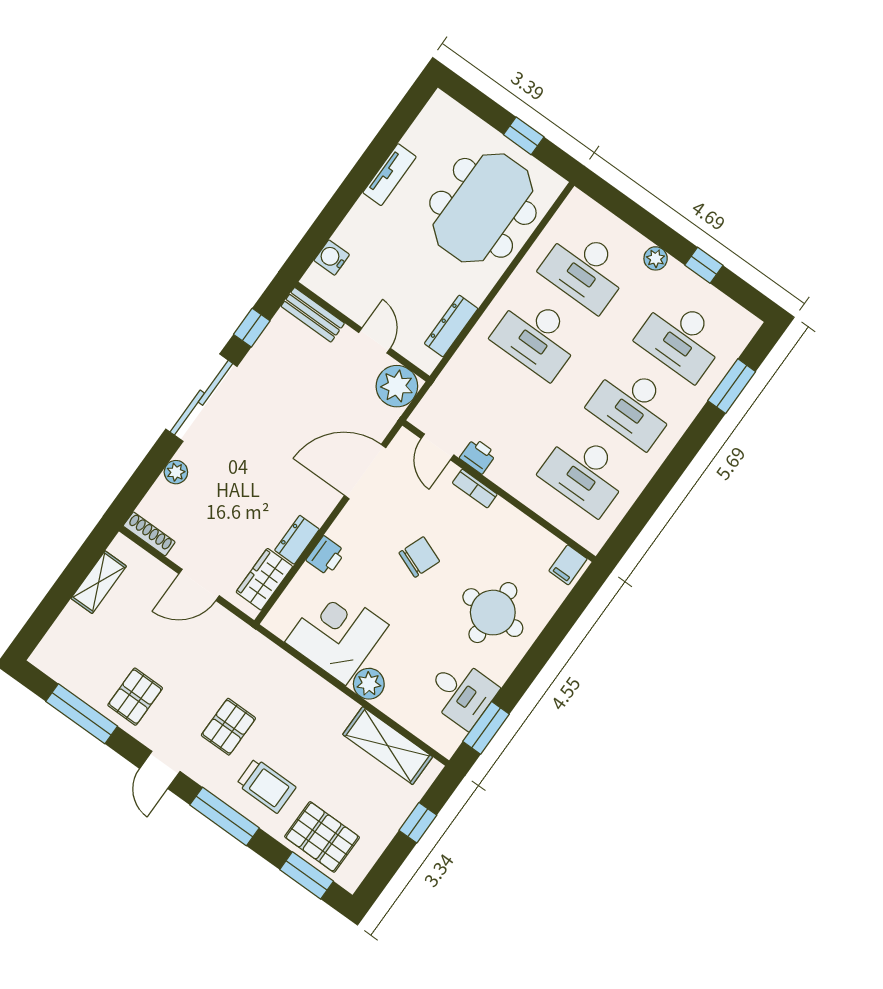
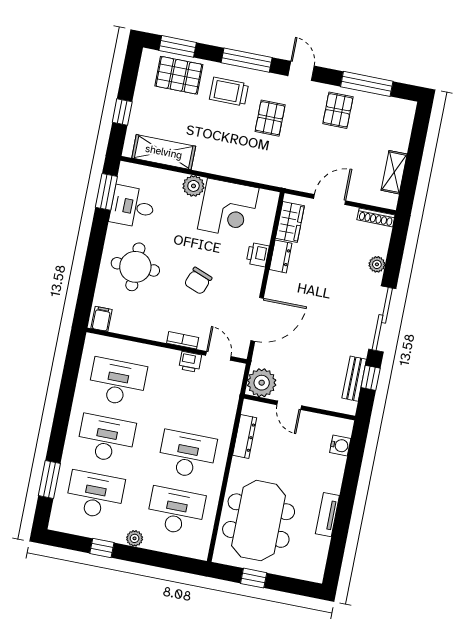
bench: (313, 315) -> (354, 379), moved, turned 90

